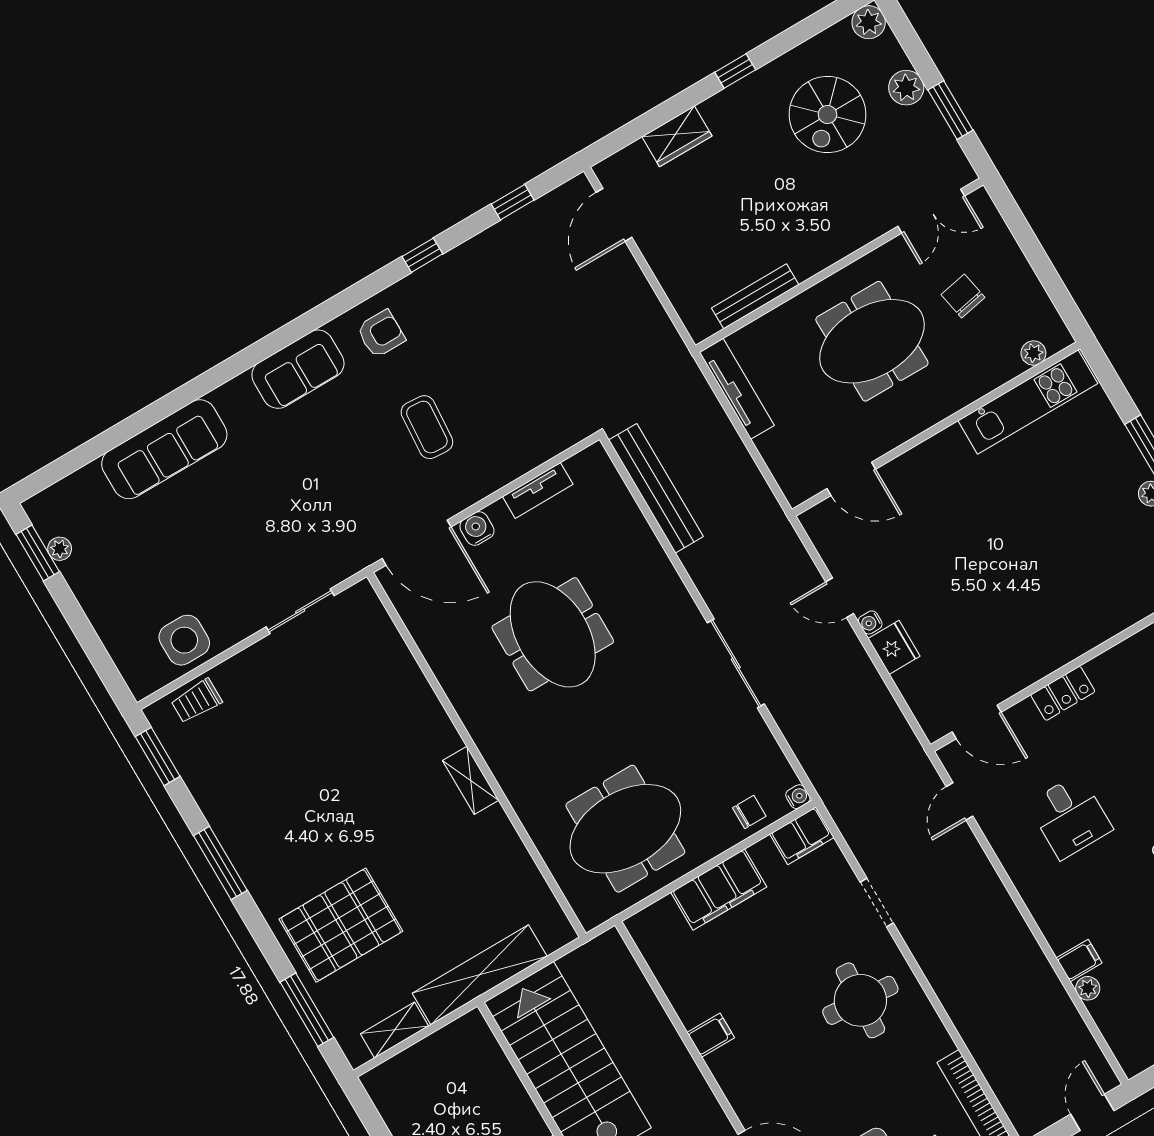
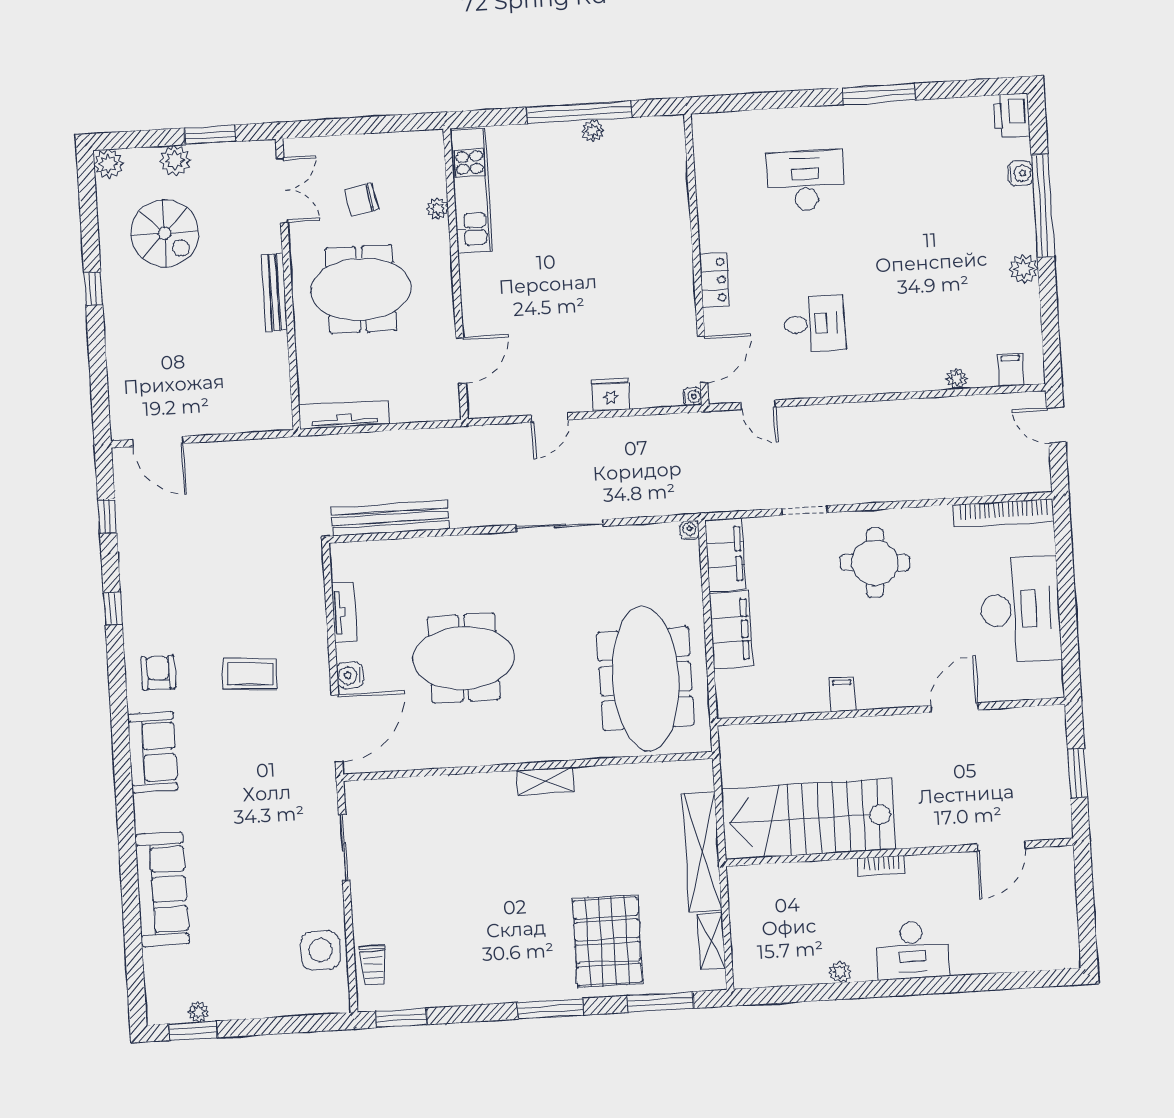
wardrobe: (677, 136) -> (121, 360), removed
bench: (755, 296) -> (274, 292), moved
meeting table: (872, 341) -> (361, 289), turned 90
plant: (1033, 353) -> (437, 209), moved
water cooler: (870, 622) -> (692, 397), moved, turned -90
chair: (749, 812) -> (682, 575), removed
meeting table: (625, 829) -> (646, 679), width x1.36
filing cabinet: (802, 836) -> (725, 554), width x1.50, depth x1.17
window: (220, 863) -> (550, 1009), moved
filing cabinet: (1079, 961) -> (1011, 370), moved

